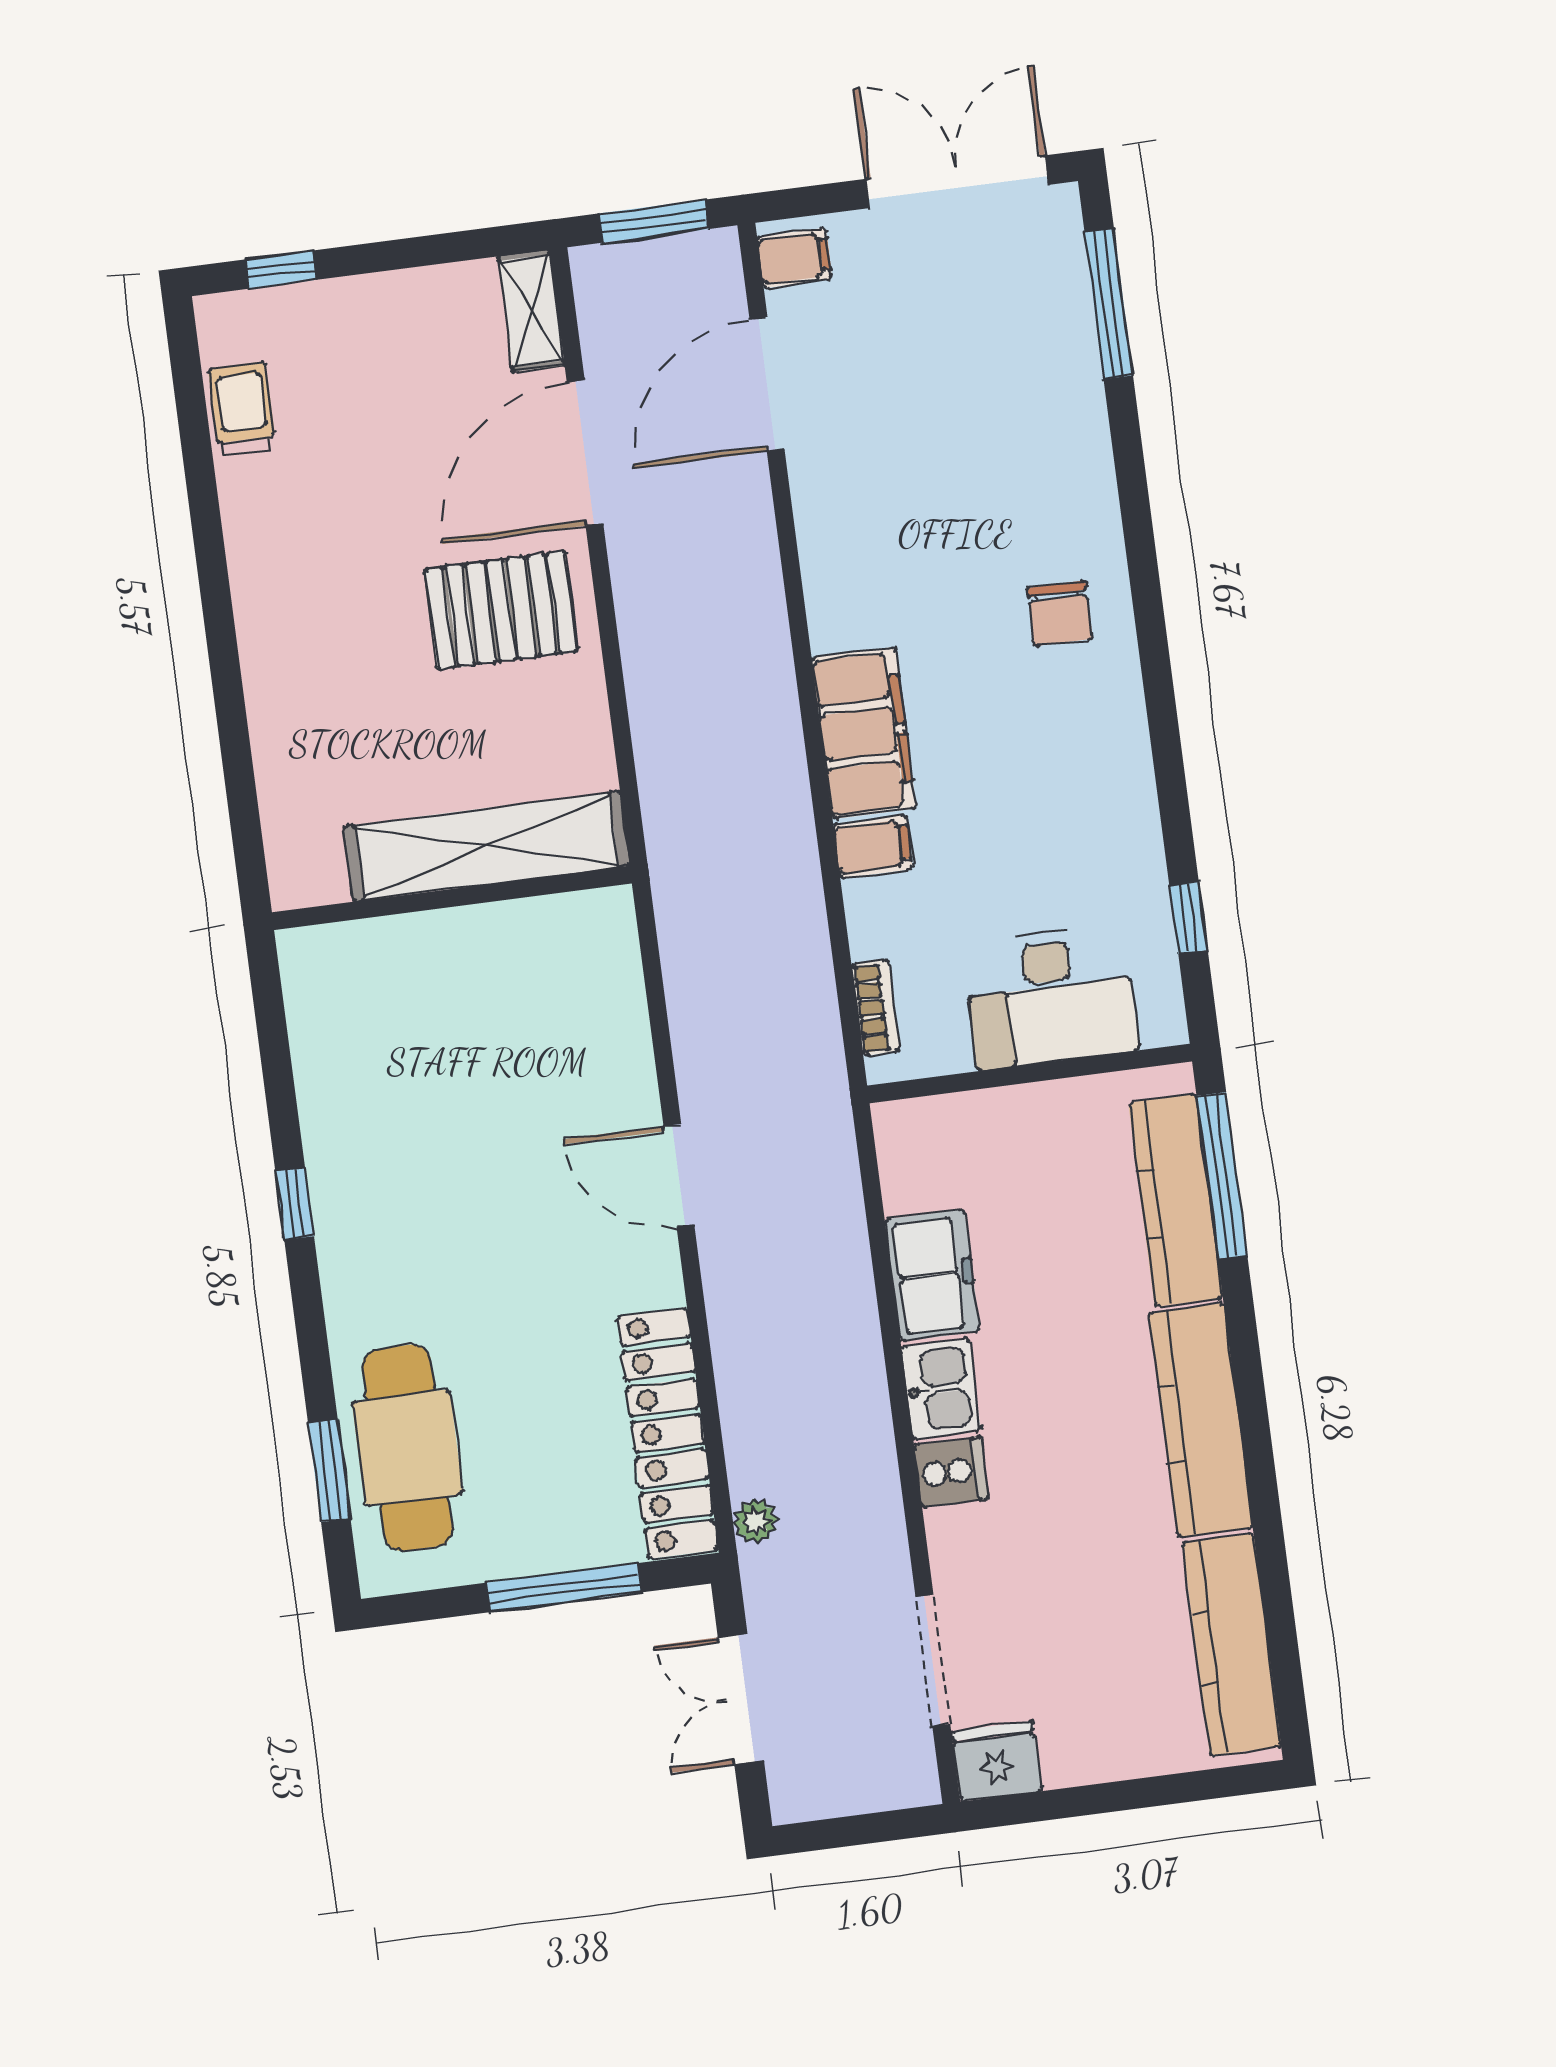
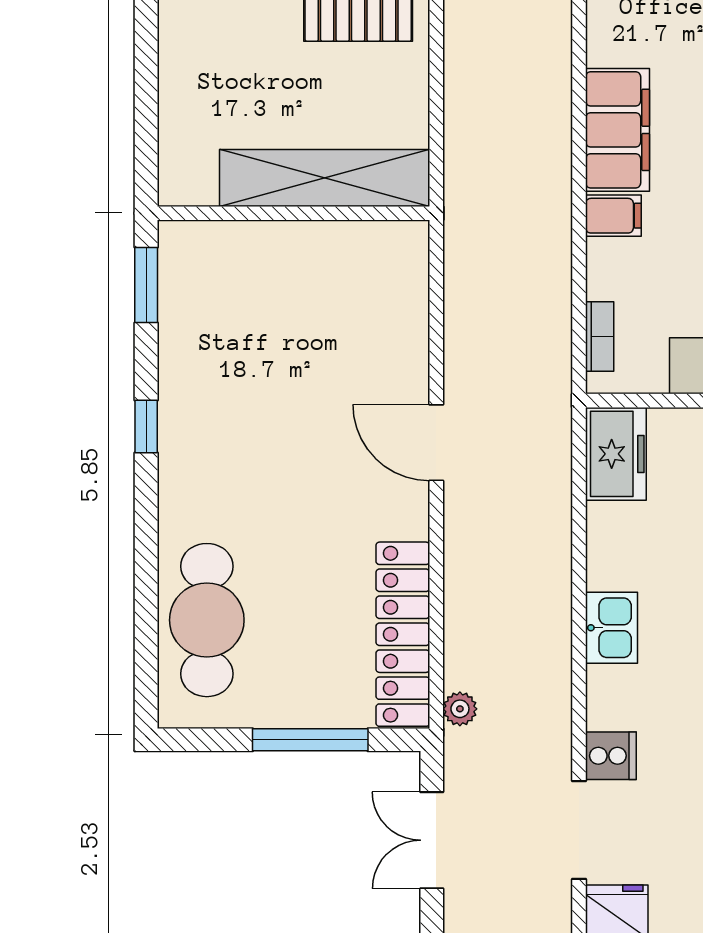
freezer: (932, 1275) -> (616, 454), moved
window: (329, 1471) -> (146, 285), moved
cooker: (951, 1472) -> (611, 756), moved

